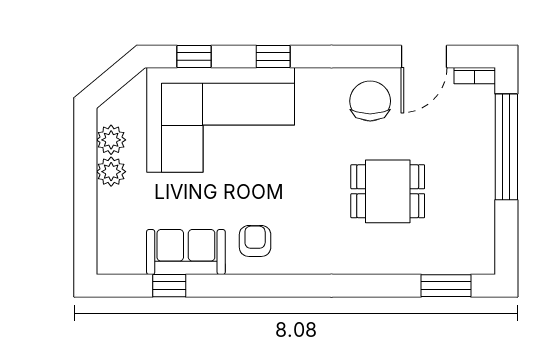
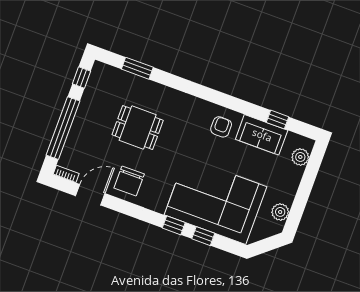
window: (194, 57) -> (203, 236), moved
plant: (111, 172) -> (300, 157), moved
window: (506, 238) -> (82, 78), added
armchair: (255, 241) -> (221, 127), turned 180
window: (446, 286) -> (137, 68), moved

